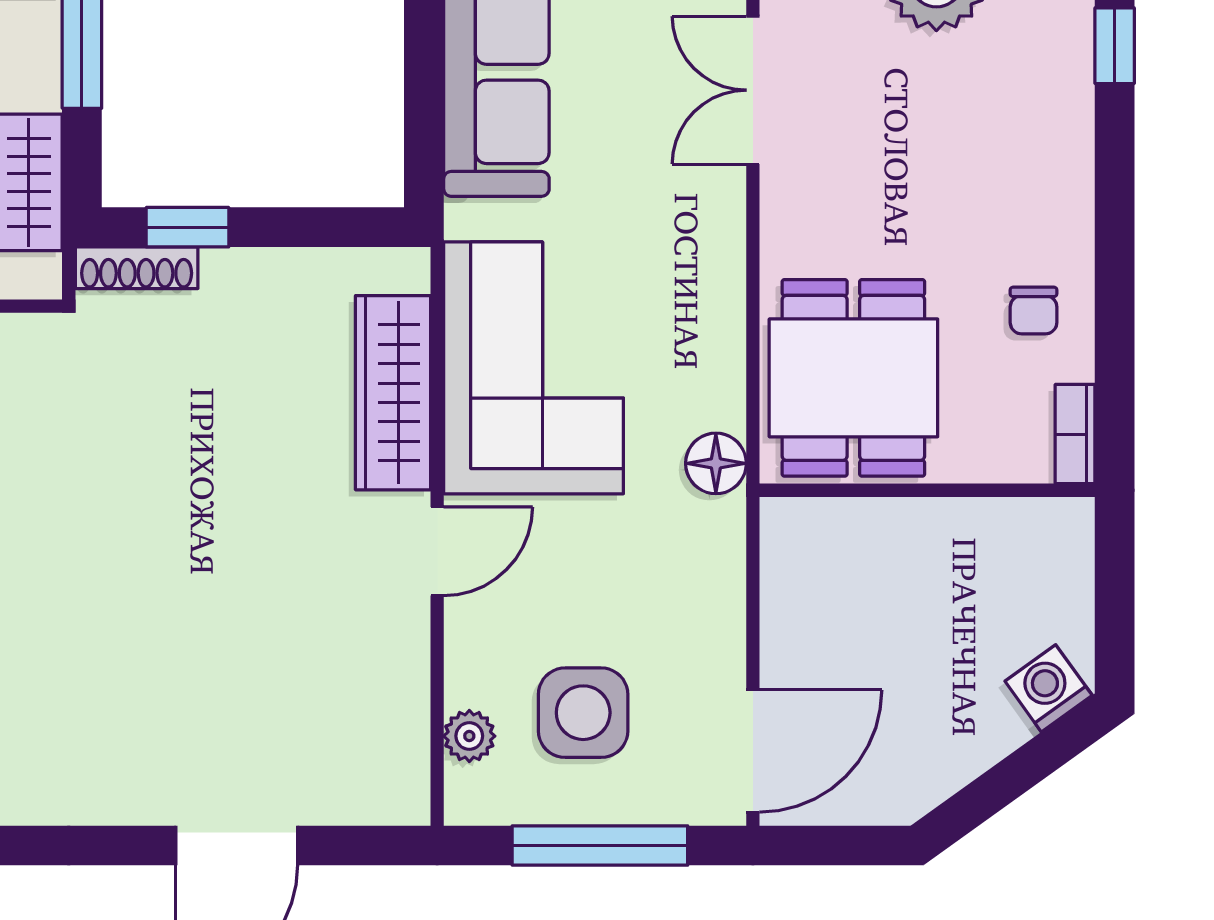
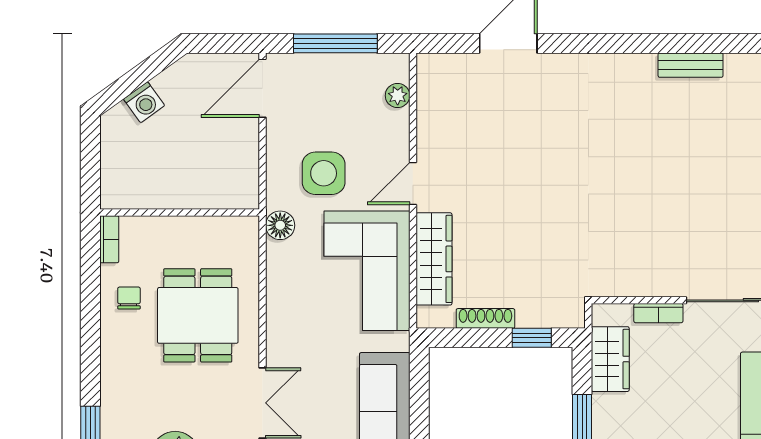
shoe rack: (137, 268) -> (485, 318), moved
dining table: (853, 378) -> (198, 315), moved
washing machine: (1049, 688) -> (144, 102), moved
side table: (583, 713) -> (324, 173), moved

